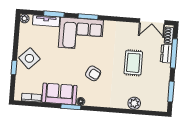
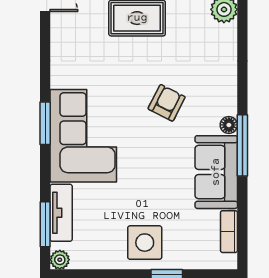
window: (54, 14) -> (45, 224), moved
side table: (29, 58) -> (145, 243), turned 45
window: (71, 107) -> (242, 145), width x1.44

